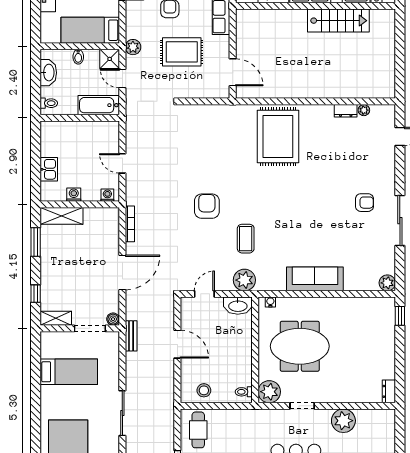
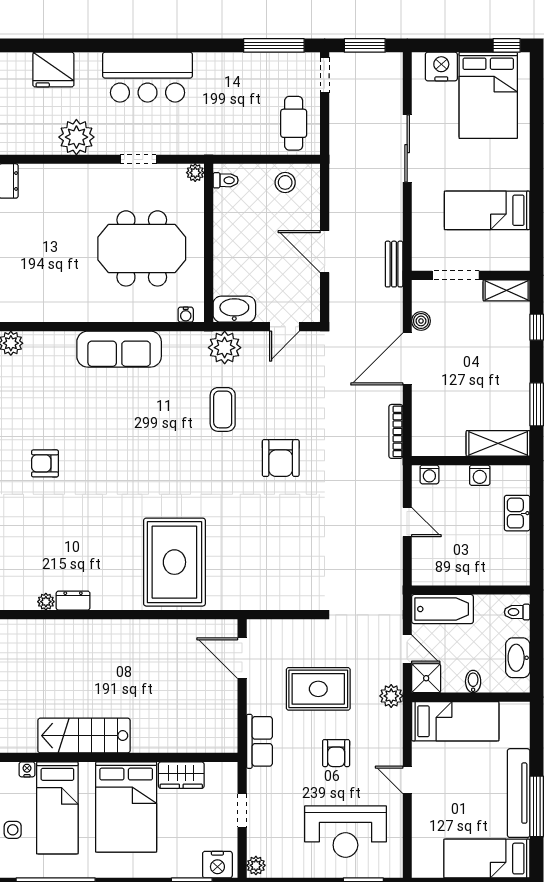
boiler: (113, 319) -> (421, 321), moved
plant: (269, 392) -> (195, 173), width x0.53, depth x0.53

